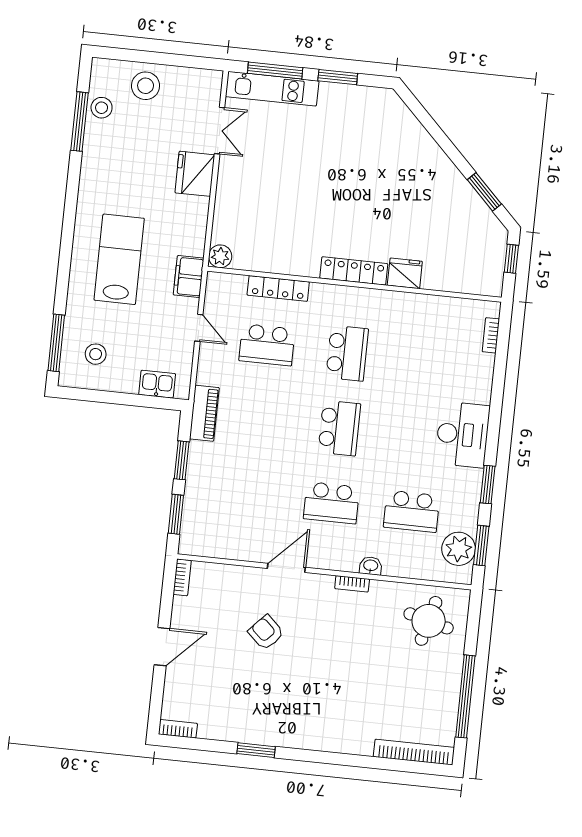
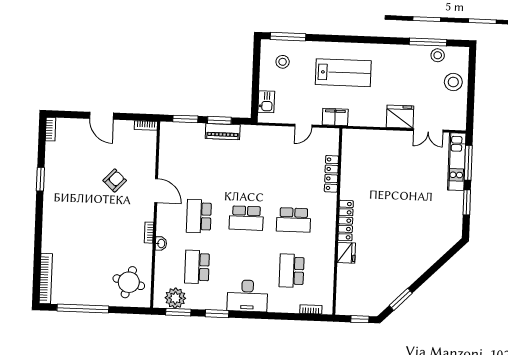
plant: (220, 256) -> (349, 136), removed
school desk: (267, 345) -> (292, 271), moved
piano: (204, 413) -> (223, 132), moved

